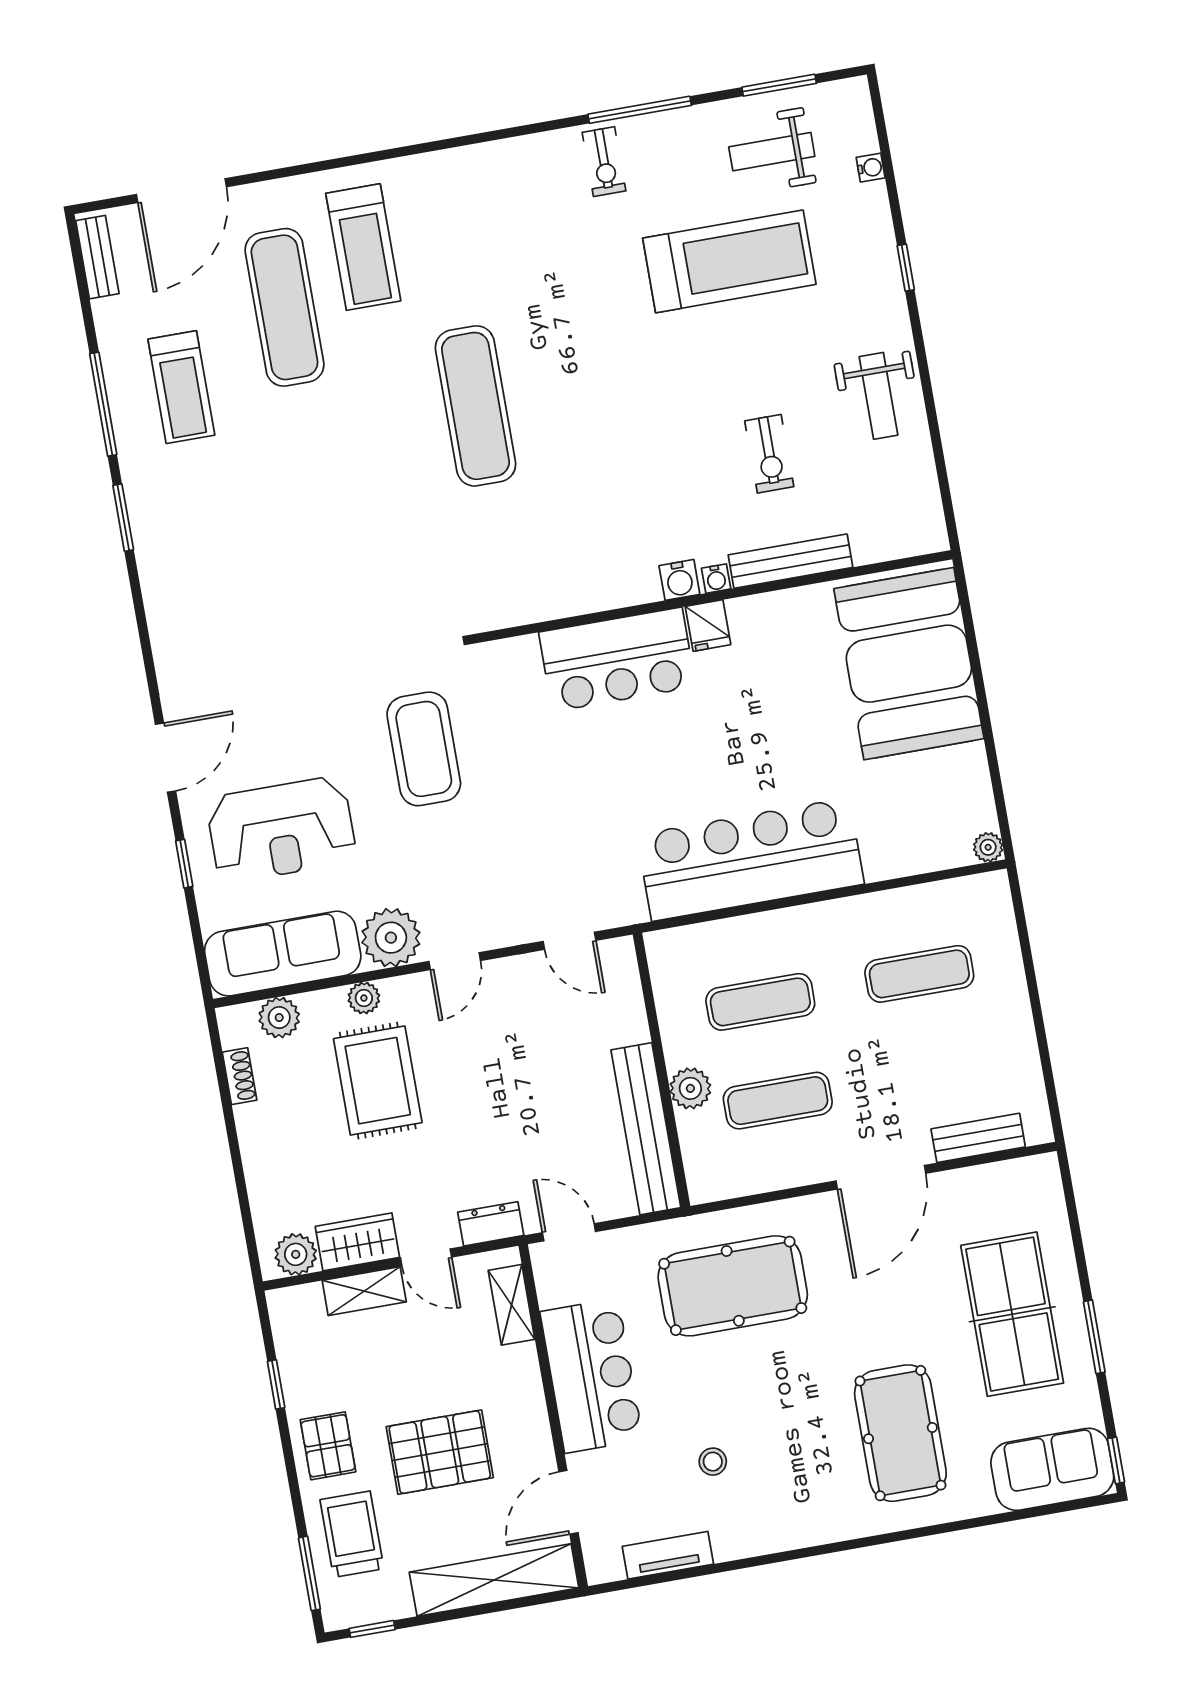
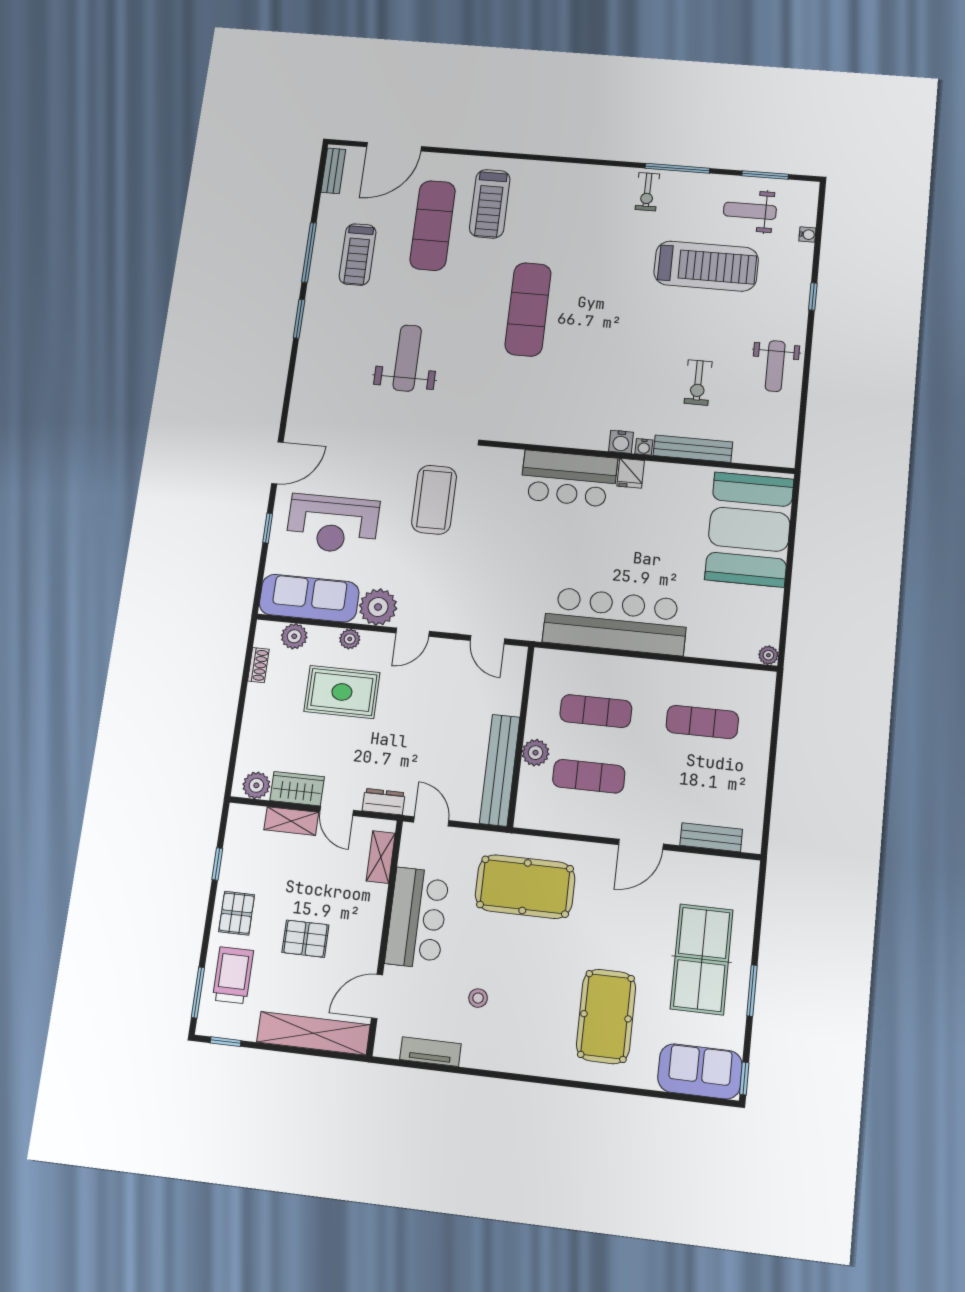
weight bench: (313, 536) -> (407, 358), added
rug: (378, 1081) -> (342, 692), turned 90
door: (881, 1177) -> (641, 844), width x0.73
pallet: (440, 1452) -> (305, 939), width x0.67, depth x0.71

